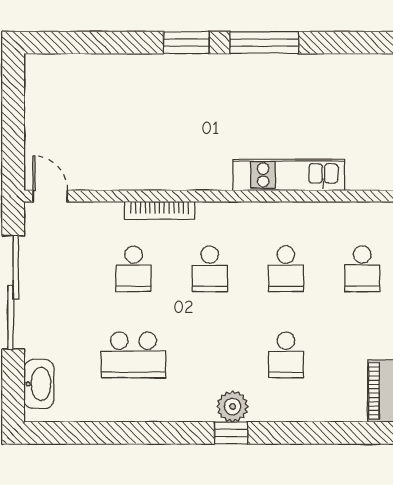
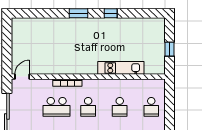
window: (264, 43) -> (111, 13), width x0.46
door: (50, 196) -> (22, 77), hinge flipped
school desk: (133, 269) -> (57, 107), width x1.85

